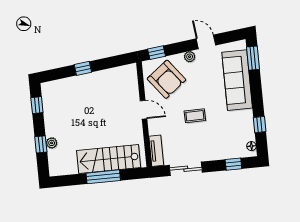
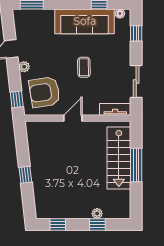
armchair: (166, 79) -> (45, 92), turned -151
sofa: (237, 80) -> (85, 21), moved

